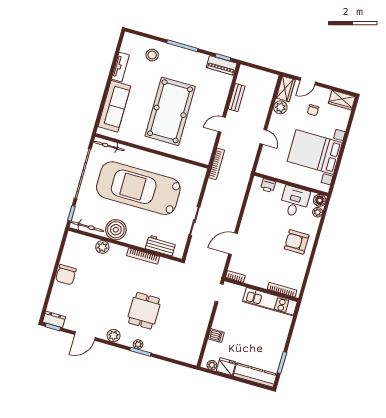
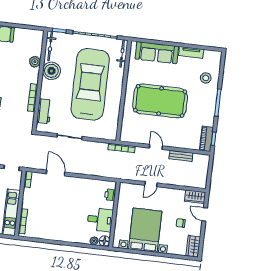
plant: (280, 107) -> (179, 195), removed
armchair: (297, 242) -> (66, 227), removed

